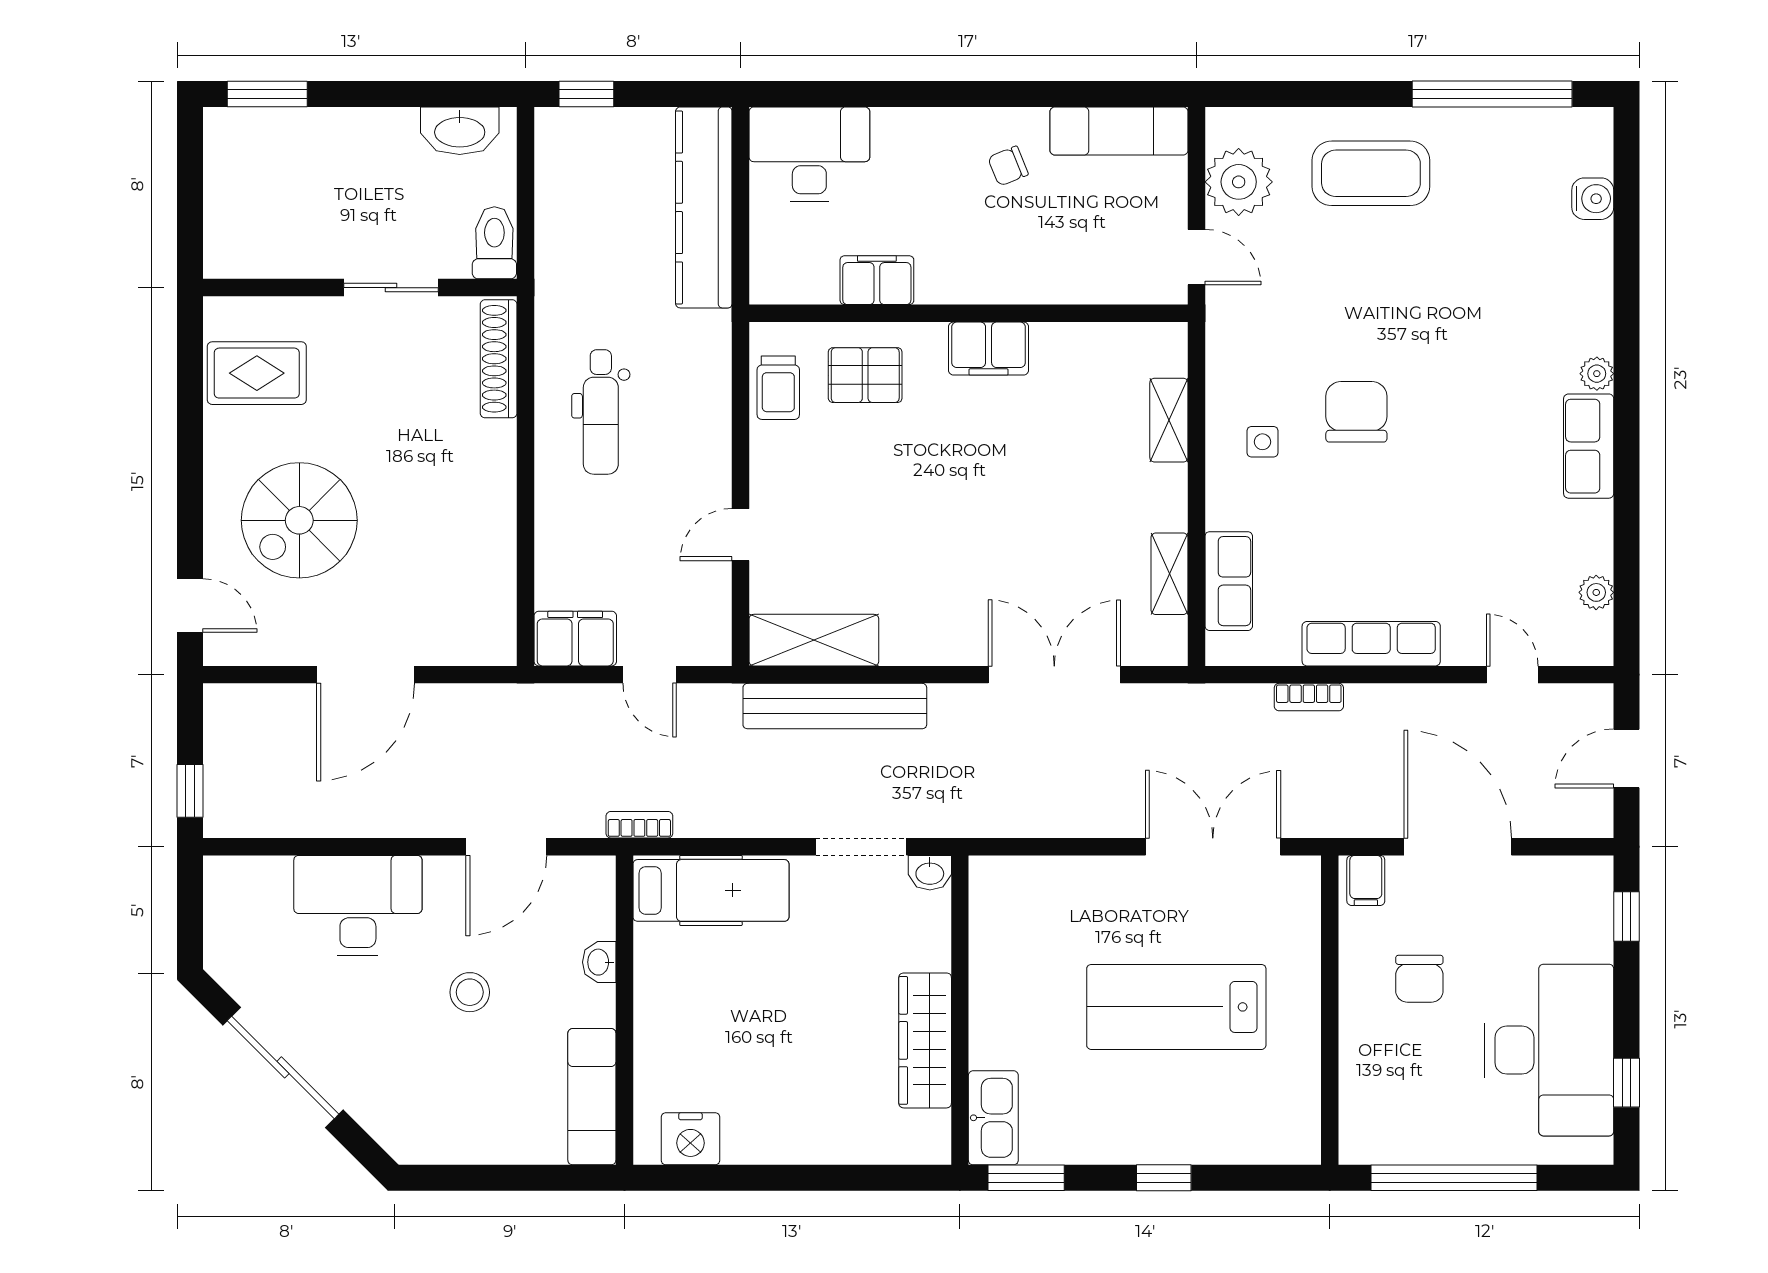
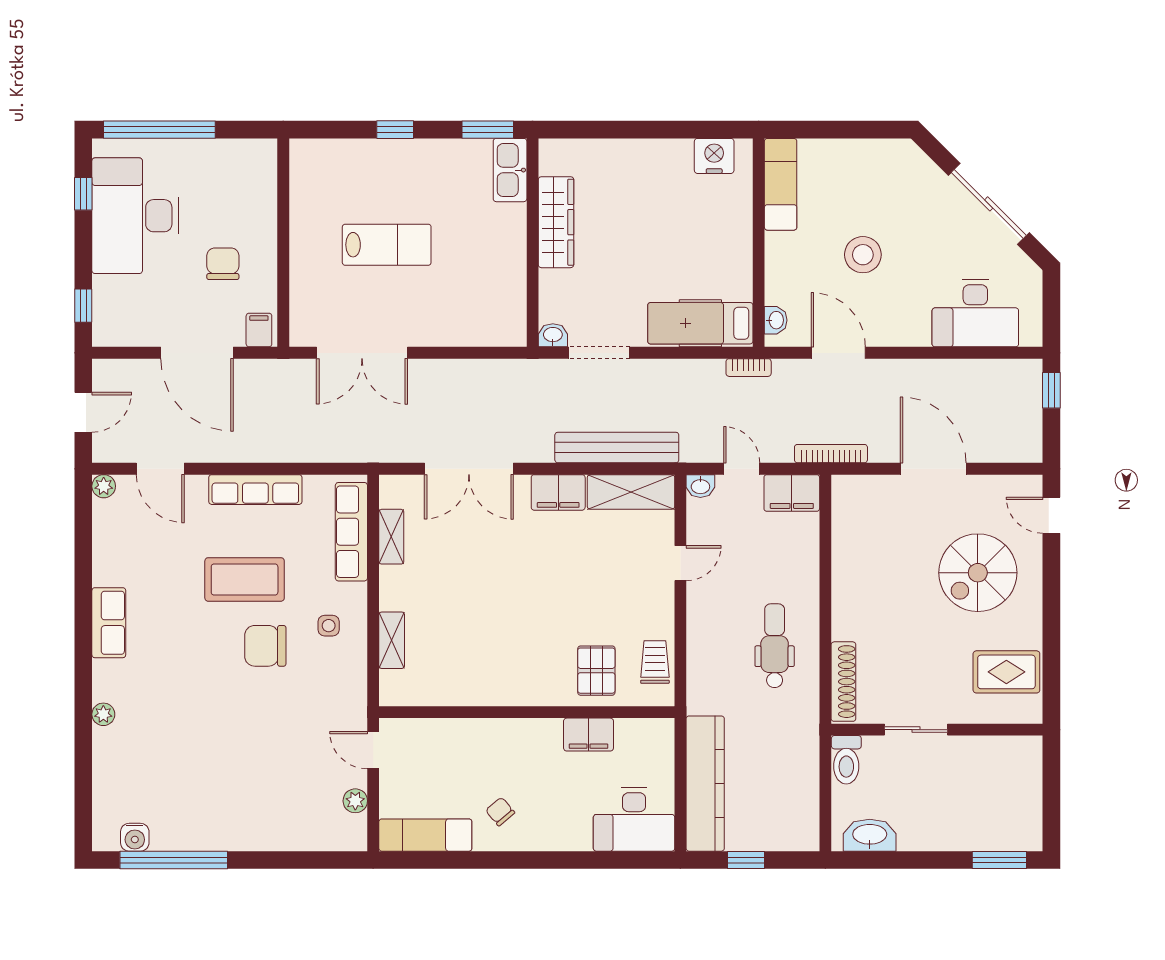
window: (586, 94) -> (746, 860), moved
chair: (1008, 166) -> (500, 811), turned -108
coffee table: (1371, 173) -> (245, 579), moved
plant: (1239, 182) -> (355, 801), width x0.53, depth x0.53
water cooler: (1593, 199) -> (135, 837), moved, turned -90
filing cabinet: (989, 349) -> (558, 492), moved, turned 180
plant: (1597, 374) -> (103, 714), moved
pallet: (865, 375) -> (596, 671), turned 90
chair: (1356, 412) -> (265, 646), turned 90
spiral stairs: (299, 520) -> (978, 573), turned 180
row of seats: (1229, 581) -> (351, 532), width x1.48
plant: (1596, 592) -> (104, 486), moved
washbasin: (711, 649) -> (700, 486), added
door: (366, 675) -> (933, 469), hinge flipped
door: (1512, 675) -> (160, 469), width x1.38
bookcase: (1309, 697) -> (831, 454), moved, width x1.56
door: (506, 847) -> (838, 353), hinge flipped
desk: (358, 906) -> (975, 313), moved
washbasin: (599, 962) -> (776, 320), moved
stool: (470, 992) -> (863, 255), width x1.38, depth x1.38
lab bench: (1176, 1007) -> (387, 245), width x0.73, depth x0.72
window: (1454, 1178) -> (159, 130), moved

